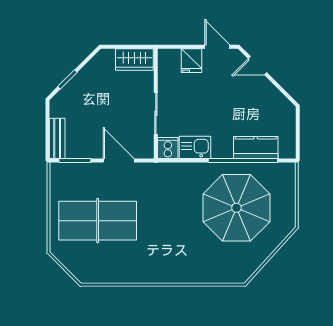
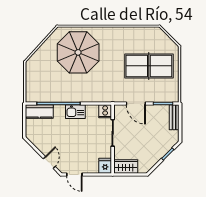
fridge: (191, 61) -> (105, 166), moved
door: (257, 66) -> (49, 163), hinge flipped
kitchen sink: (195, 147) -> (75, 112), moved
kitchen counter: (256, 148) -> (39, 112), moved
parasol: (236, 208) -> (78, 52), moved

